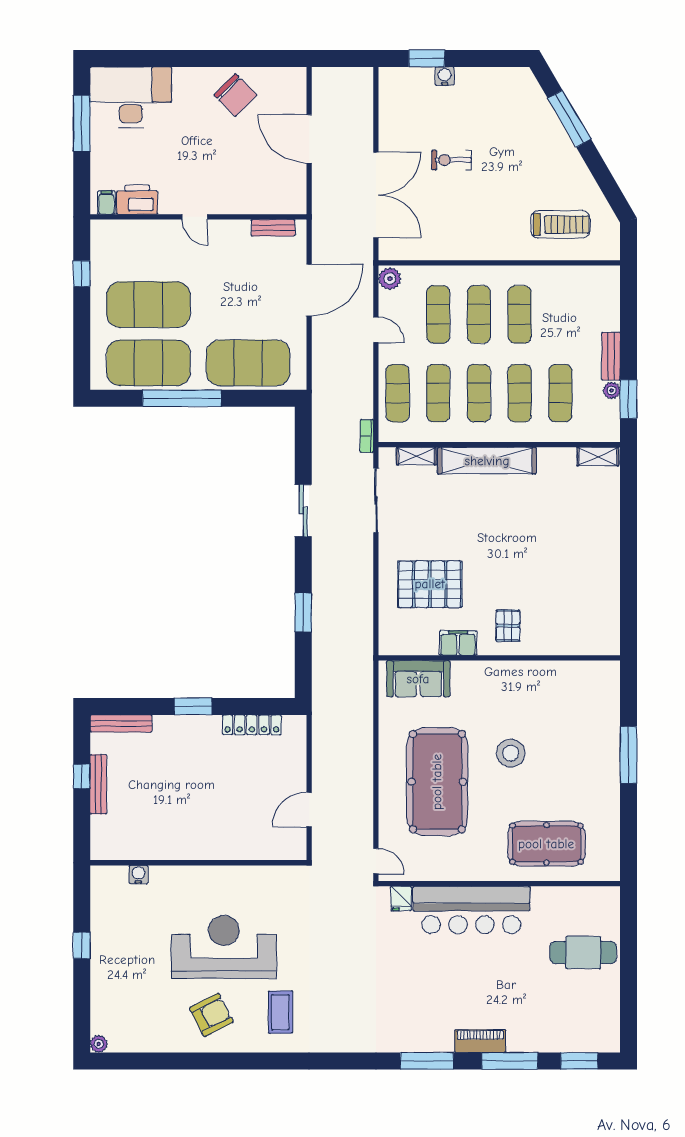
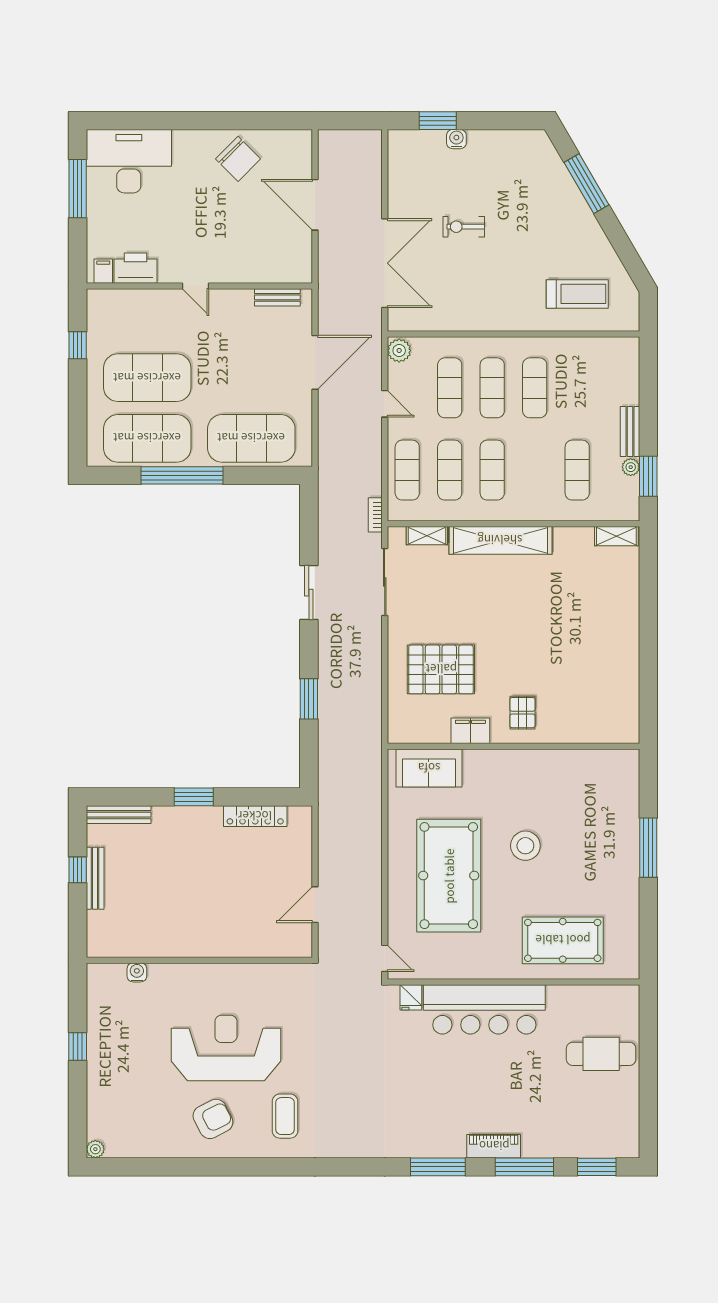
exercise mat: (520, 393) -> (535, 470), removed

